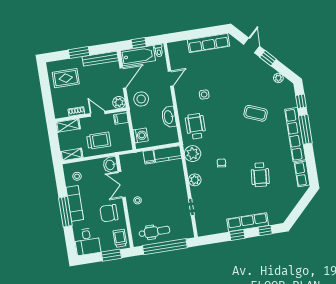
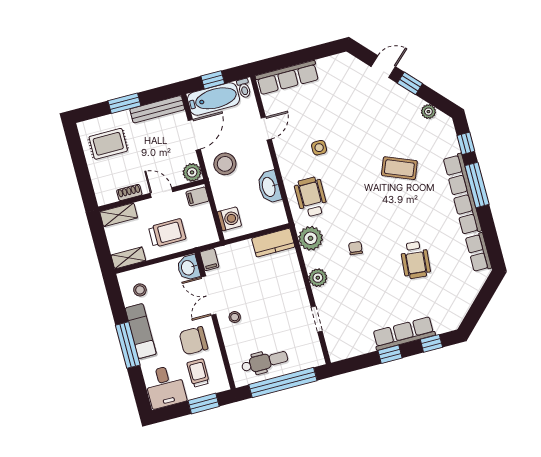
row of seats: (208, 43) -> (287, 77), moved
door: (252, 45) -> (383, 67), hinge flipped
filing cabinet: (149, 157) -> (209, 260), moved
trolley: (120, 238) -> (198, 373), moved

